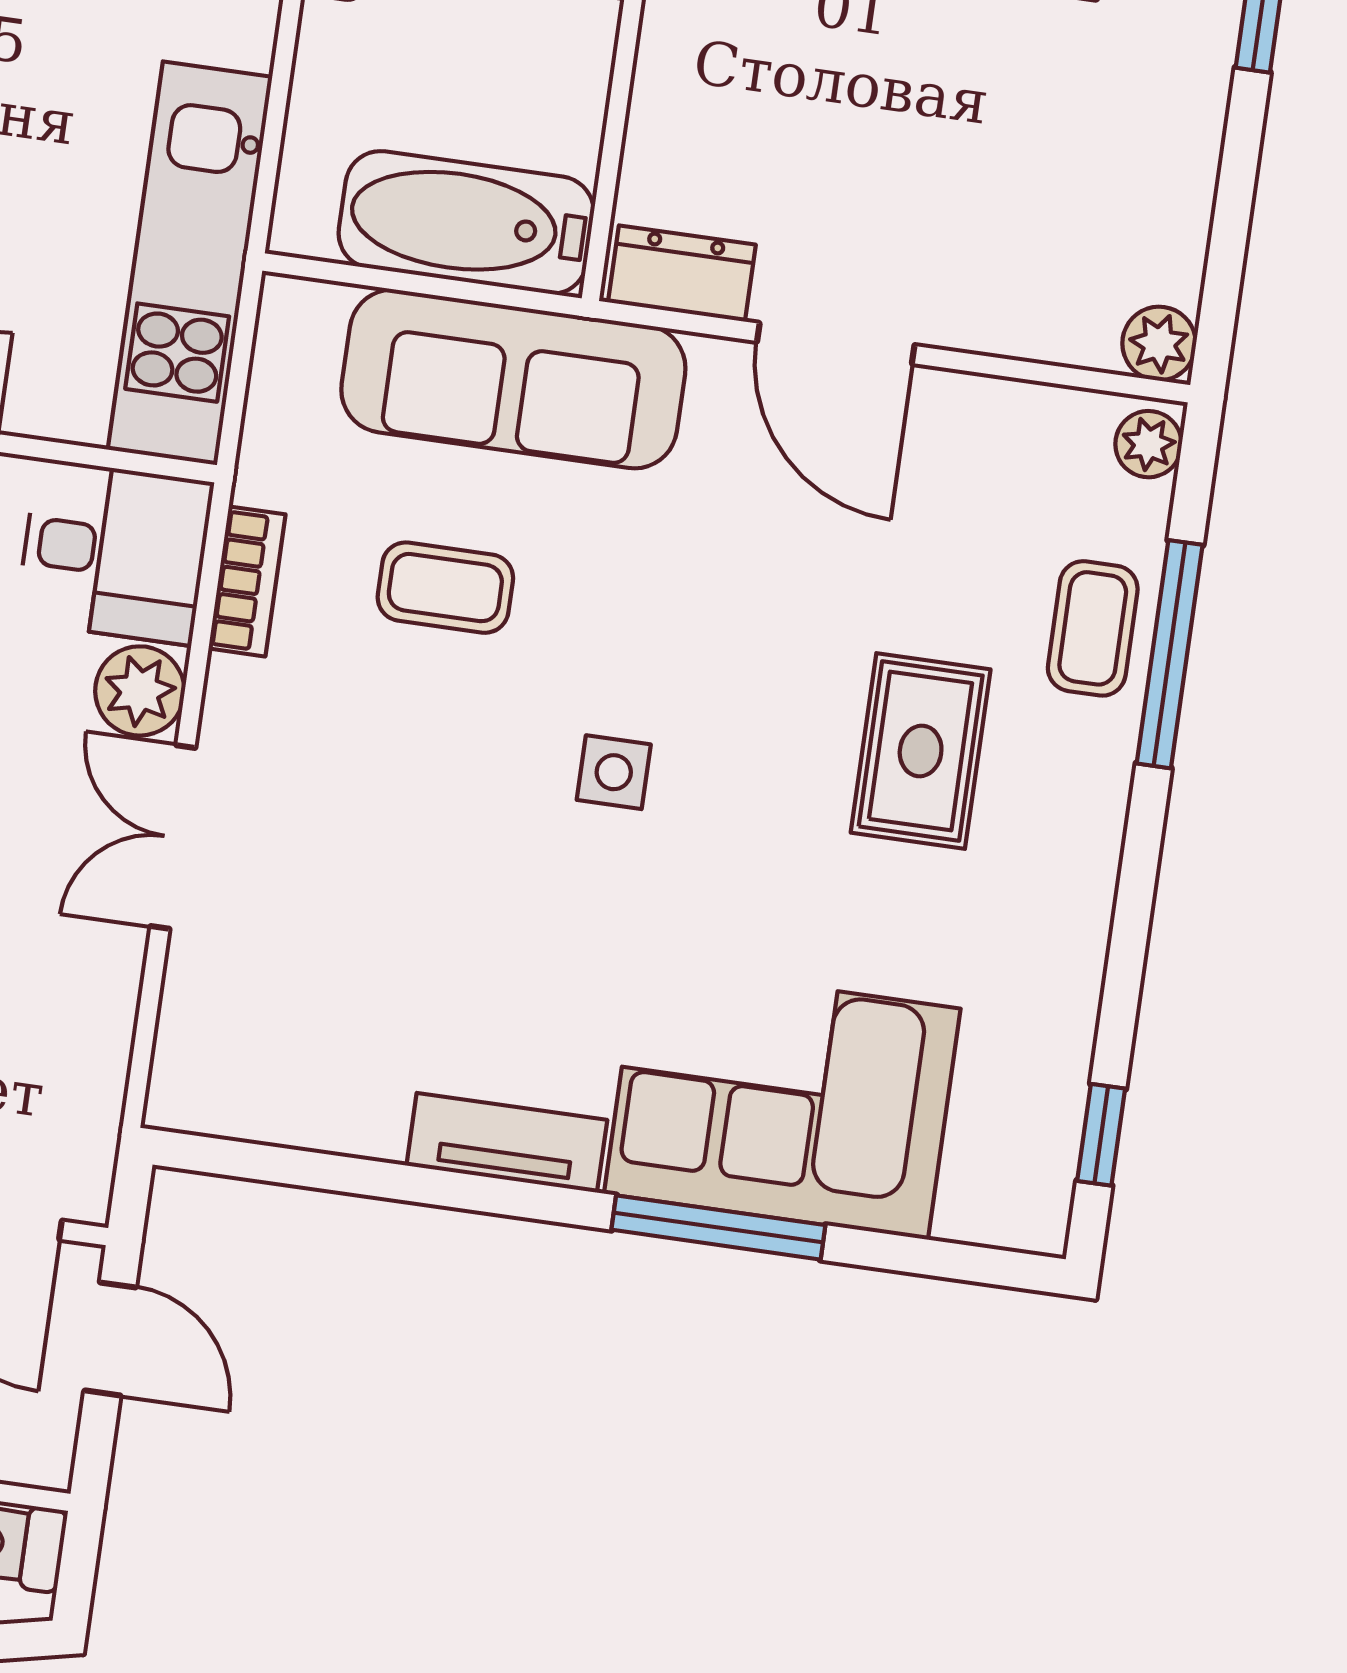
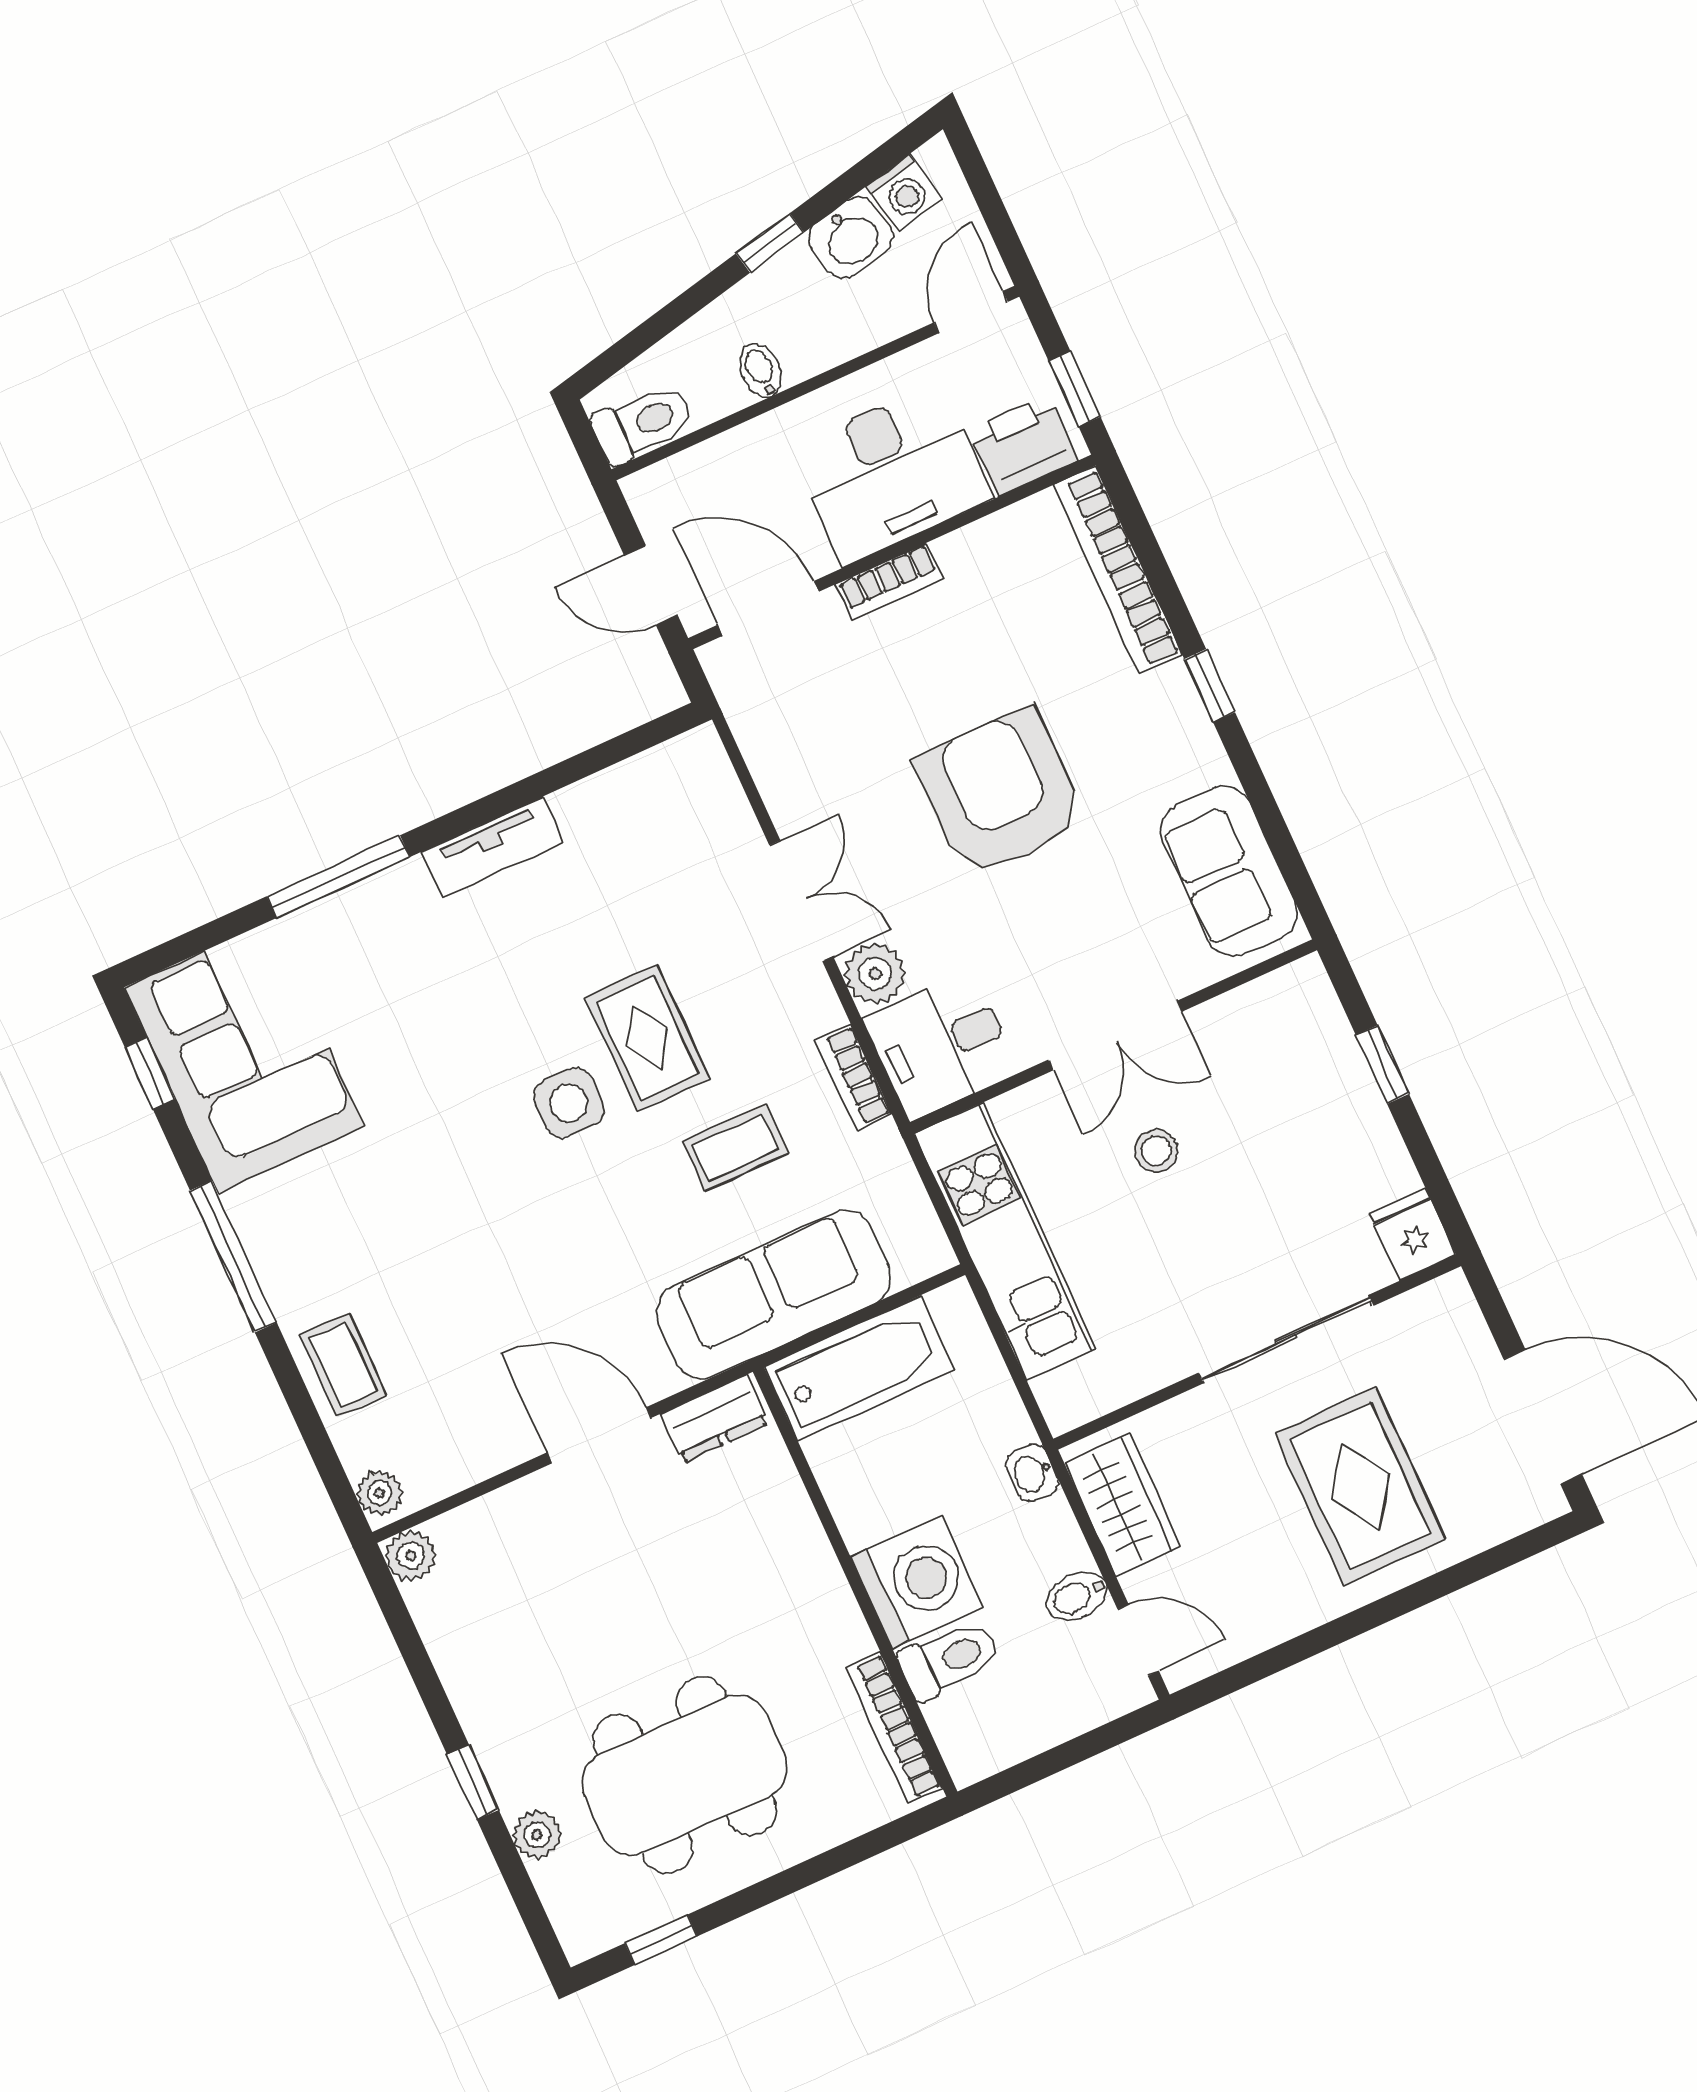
window: (1170, 654) -> (233, 1257), moved
rug: (921, 751) -> (647, 1038), moved
side table: (614, 772) -> (569, 1103), width x1.37, depth x1.37
corner sofa: (782, 1101) -> (244, 1057), moved, turned -90

